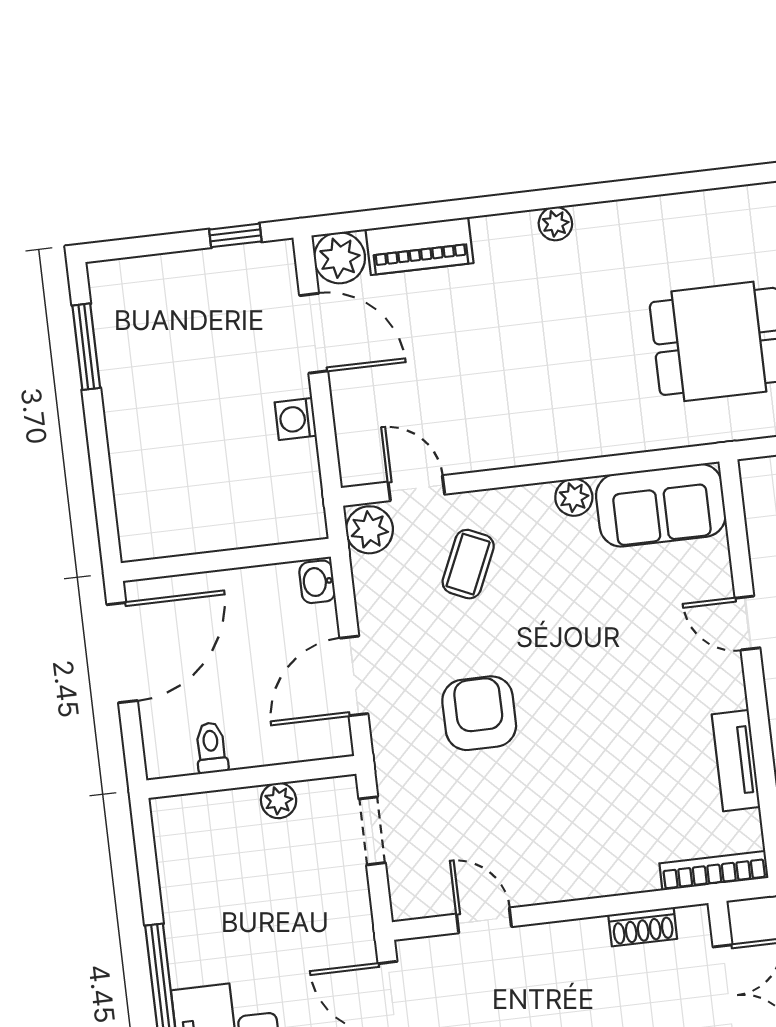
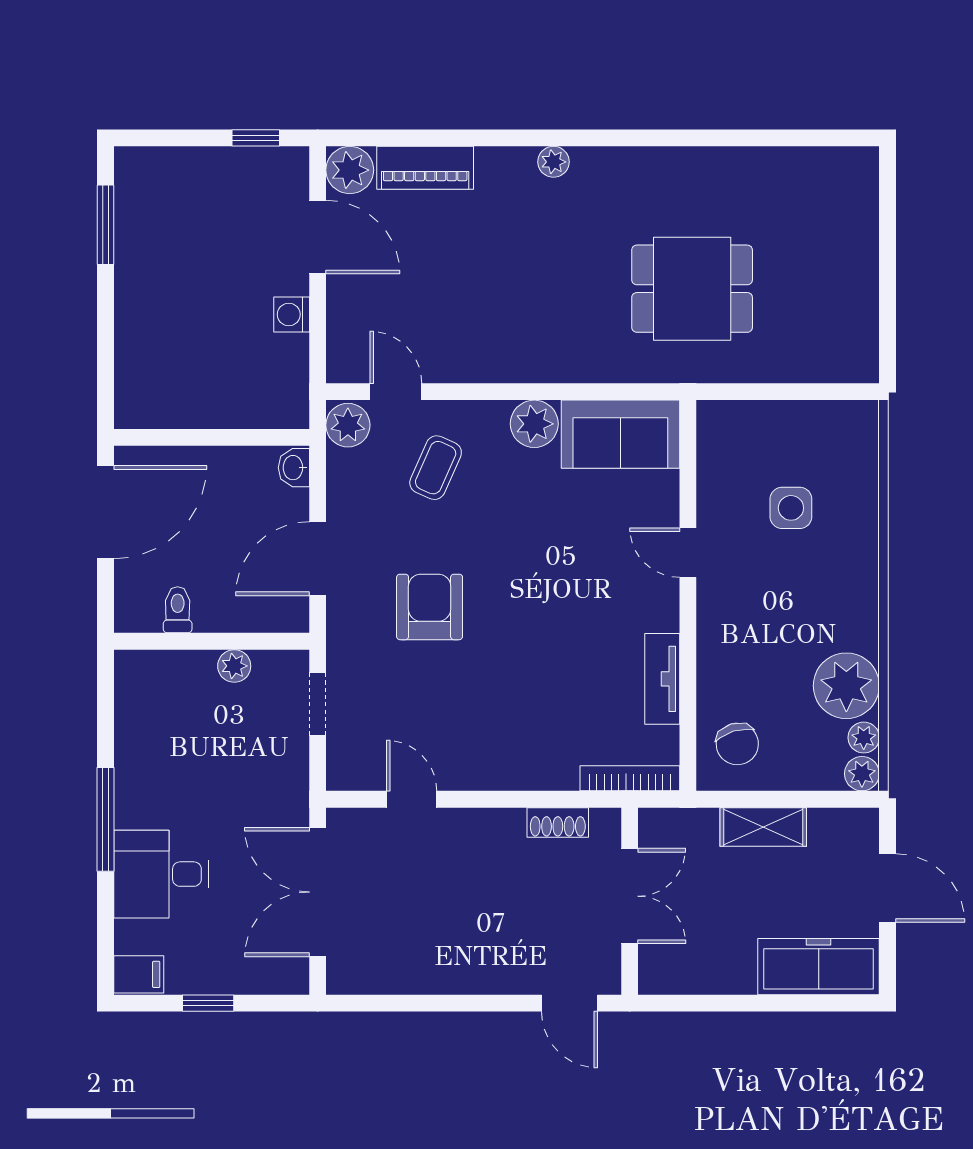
plant: (574, 497) -> (534, 424), width x1.38, depth x1.38

